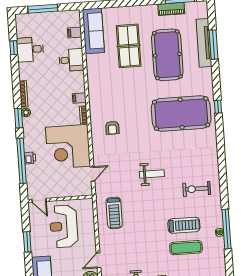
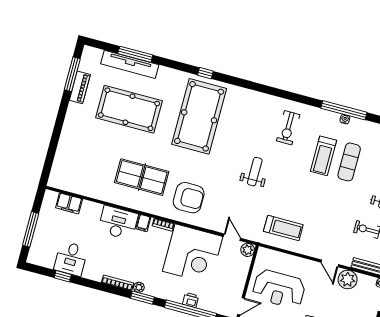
sofa: (93, 31) -> (74, 182), removed
filing cabinet: (74, 33) -> (69, 203), width x2.00
table tennis table: (129, 46) -> (142, 177), moved
desk: (71, 60) -> (118, 223), moved, width x1.37
armchair: (112, 128) -> (189, 198), width x1.88, depth x1.88
plant: (87, 190) -> (248, 250), added
treadmill: (184, 225) -> (324, 156), turned 180

